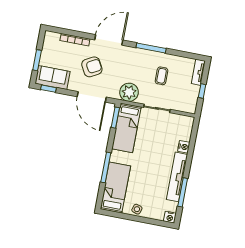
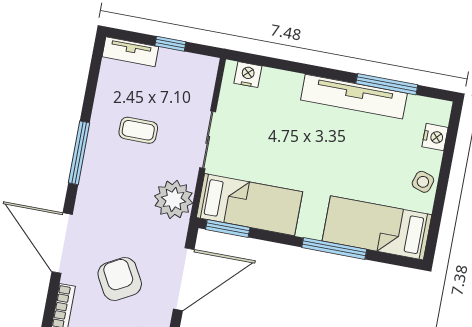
nightstand: (184, 147) -> (248, 75), moved
nightstand: (170, 217) -> (435, 137), moved

